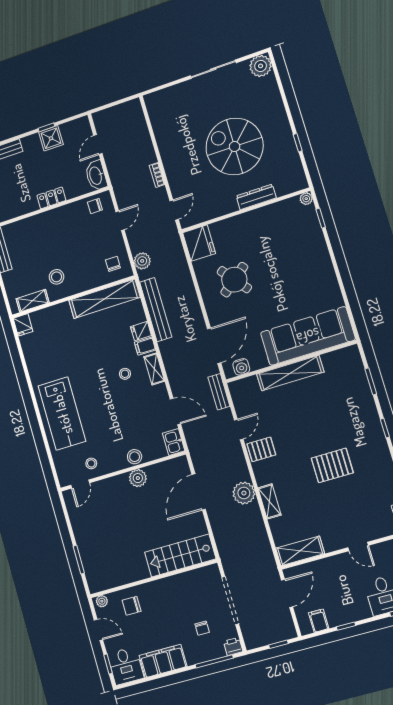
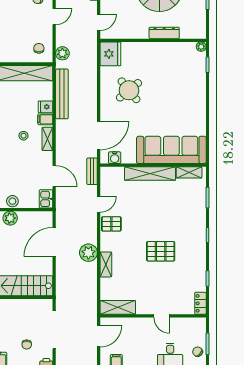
shelving: (338, 357) -> (189, 172), added

